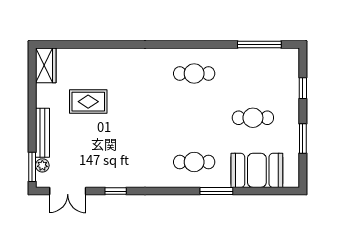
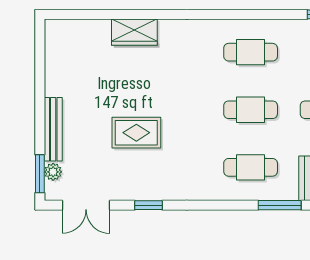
wardrobe: (46, 65) -> (134, 32), moved, turned 90
rug: (88, 102) -> (136, 133), moved
cafe table: (194, 118) -> (251, 110), added

